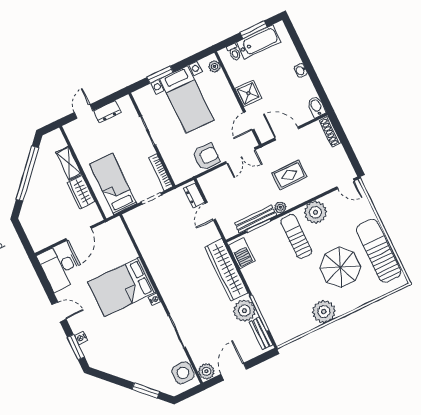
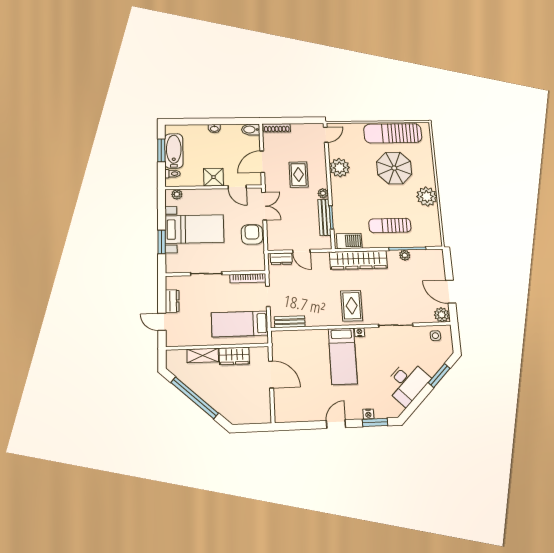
sun lounger: (296, 236) -> (390, 225), moved
desk: (60, 267) -> (407, 382), moved, turned -45
rug: (177, 282) -> (352, 306), added
bed: (122, 287) -> (343, 356), width x0.67
plant: (244, 311) -> (405, 255), width x0.53, depth x0.53
bench: (261, 333) -> (290, 322), moved
side table: (183, 373) -> (435, 336), width x0.54, depth x0.54

